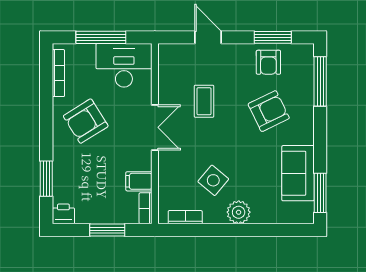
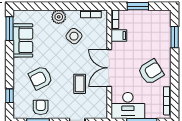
window: (320, 81) -> (10, 96), width x0.46
double door: (155, 127) -> (109, 68), width x1.37
printer: (63, 214) -> (164, 16), removed

